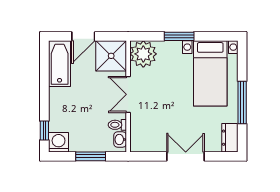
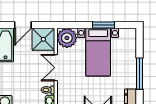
window: (179, 36) -> (103, 25), moved
bed with nightstands: (210, 73) -> (98, 52), moved

